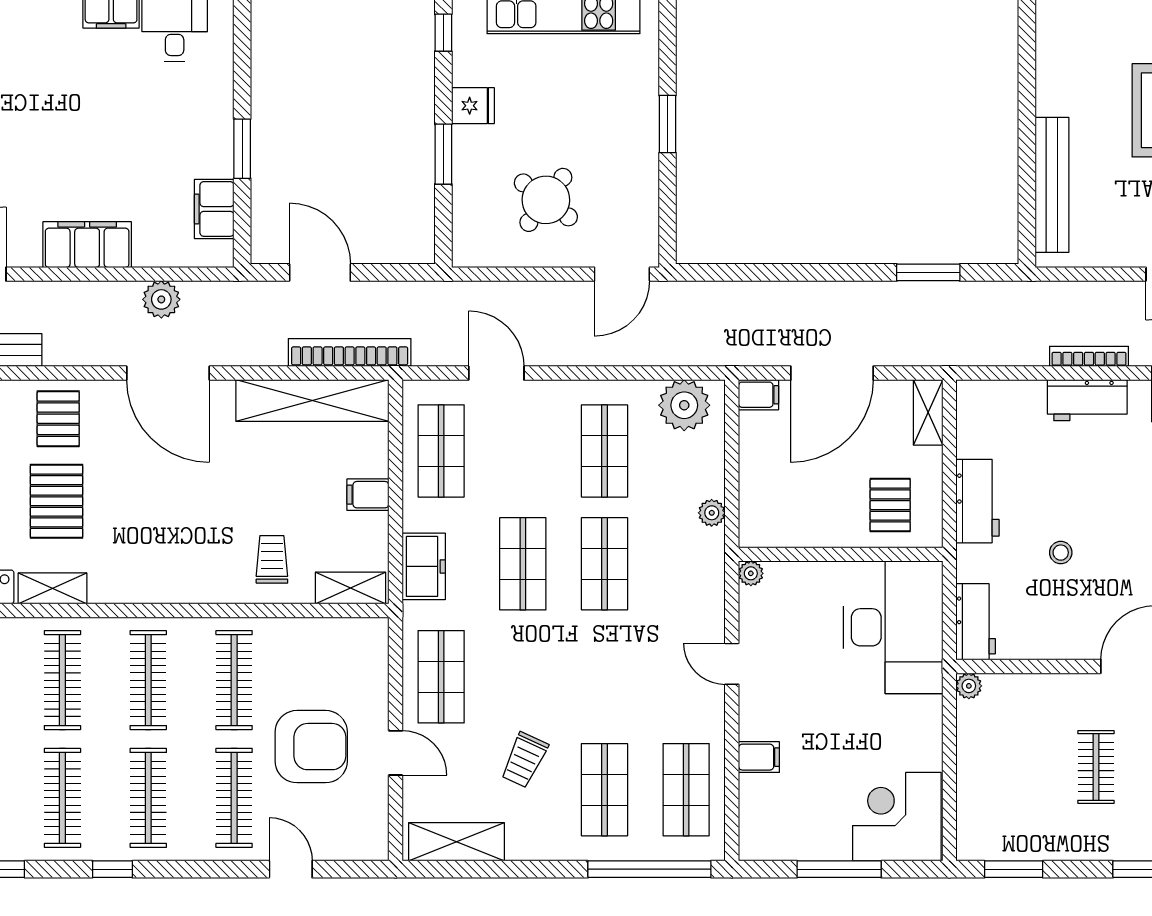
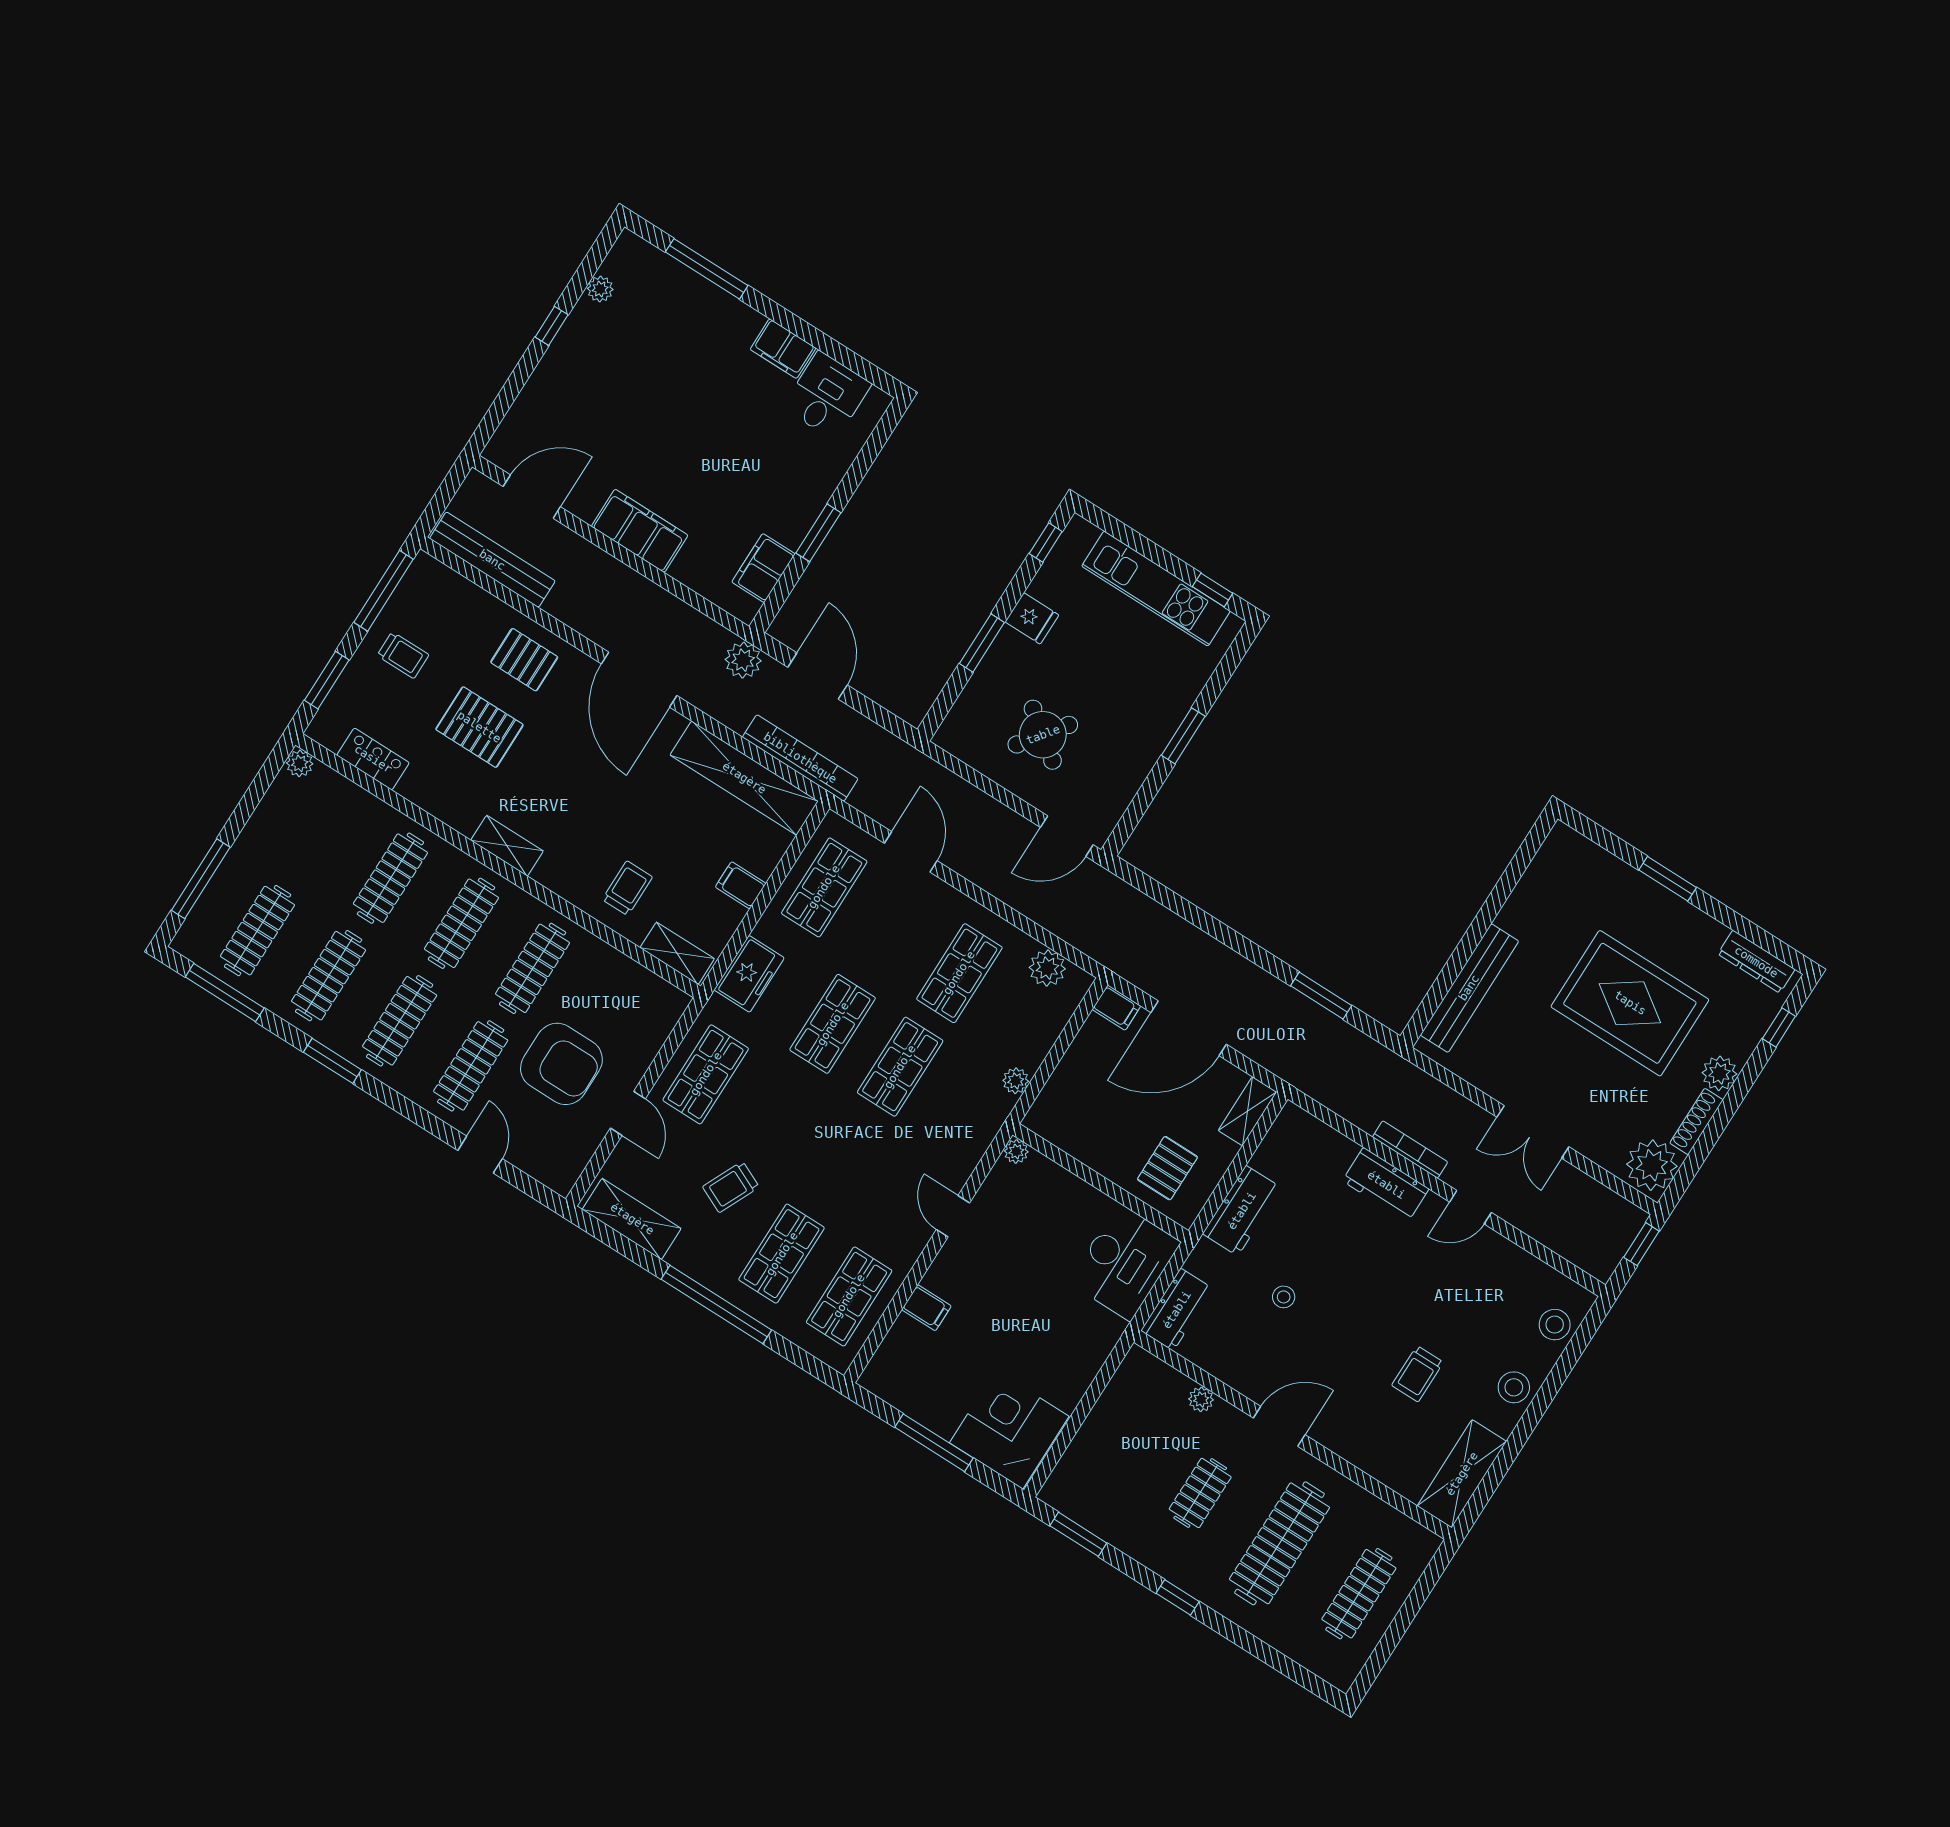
plant: (161, 299) -> (743, 660), moved
plant: (684, 405) -> (1047, 968), width x0.73, depth x0.73
pallet: (58, 419) -> (524, 660), turned 90
pallet: (57, 501) -> (479, 727), turned 90
shelving: (53, 588) -> (507, 846), moved
desk: (893, 627) -> (1124, 1262), width x0.73, depth x0.77
plant: (969, 686) -> (1201, 1399), moved
window: (112, 869) -> (332, 1061), width x1.50
window: (649, 869) -> (716, 1305), moved

